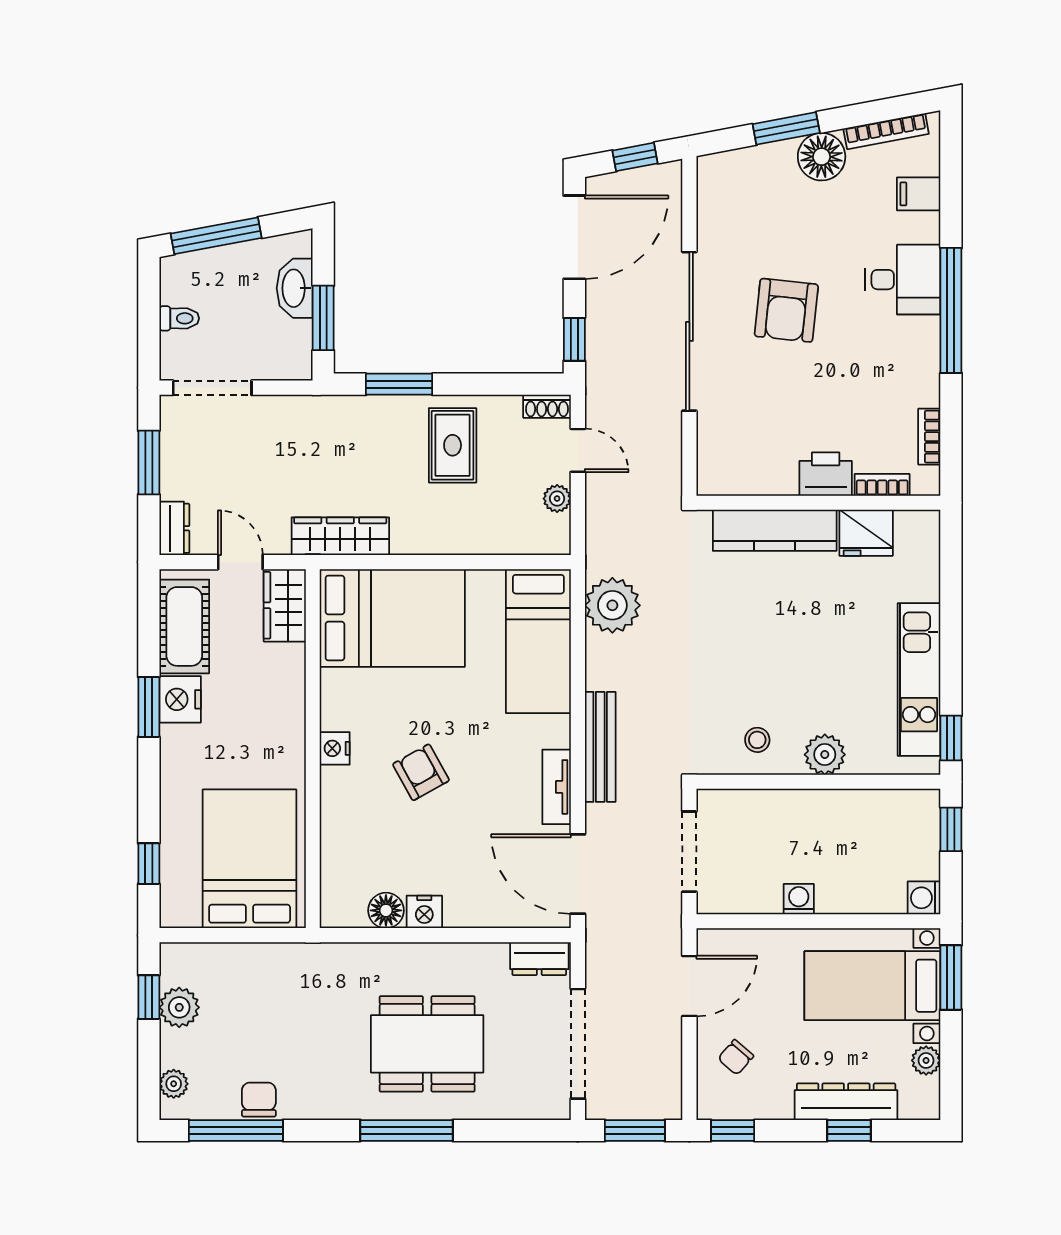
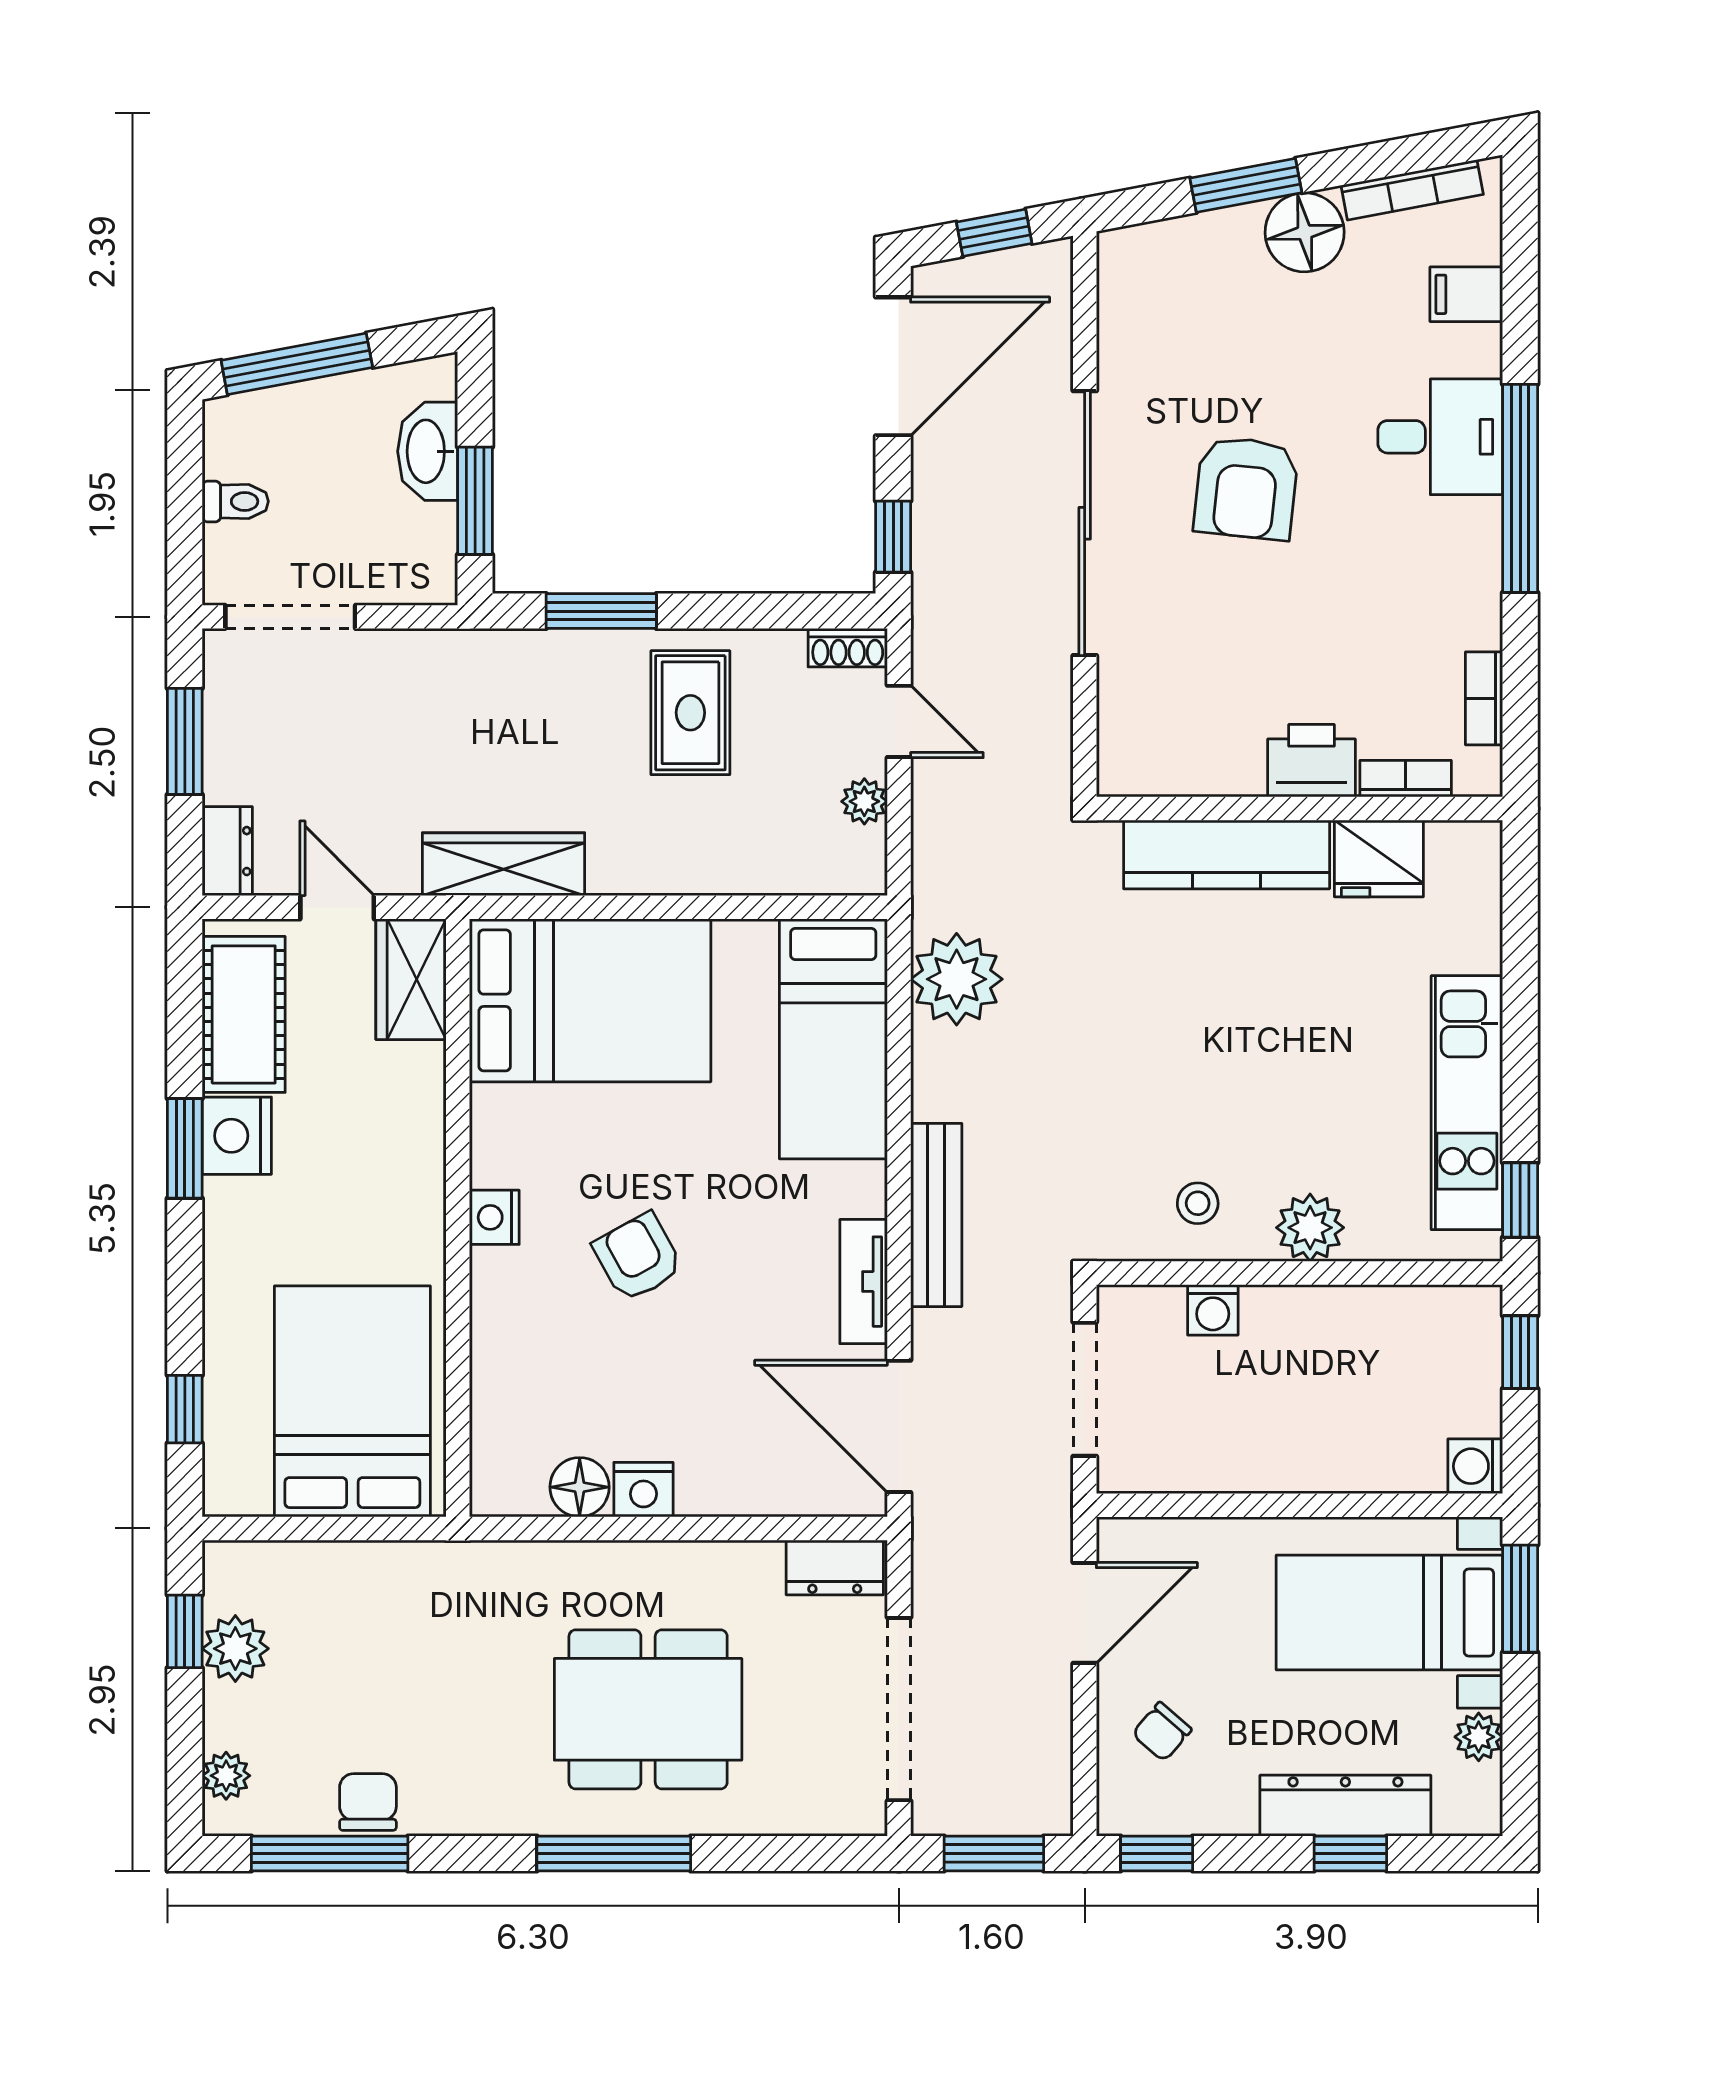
washing machine: (799, 899) -> (1213, 1310), moved, turned 180

